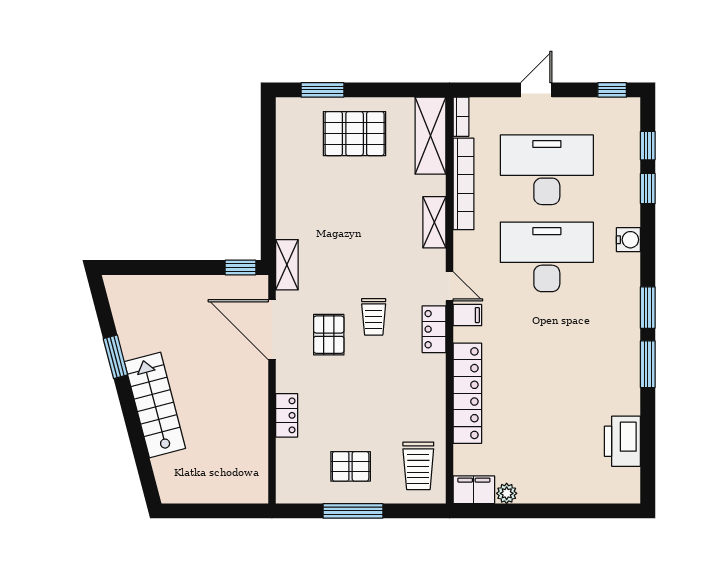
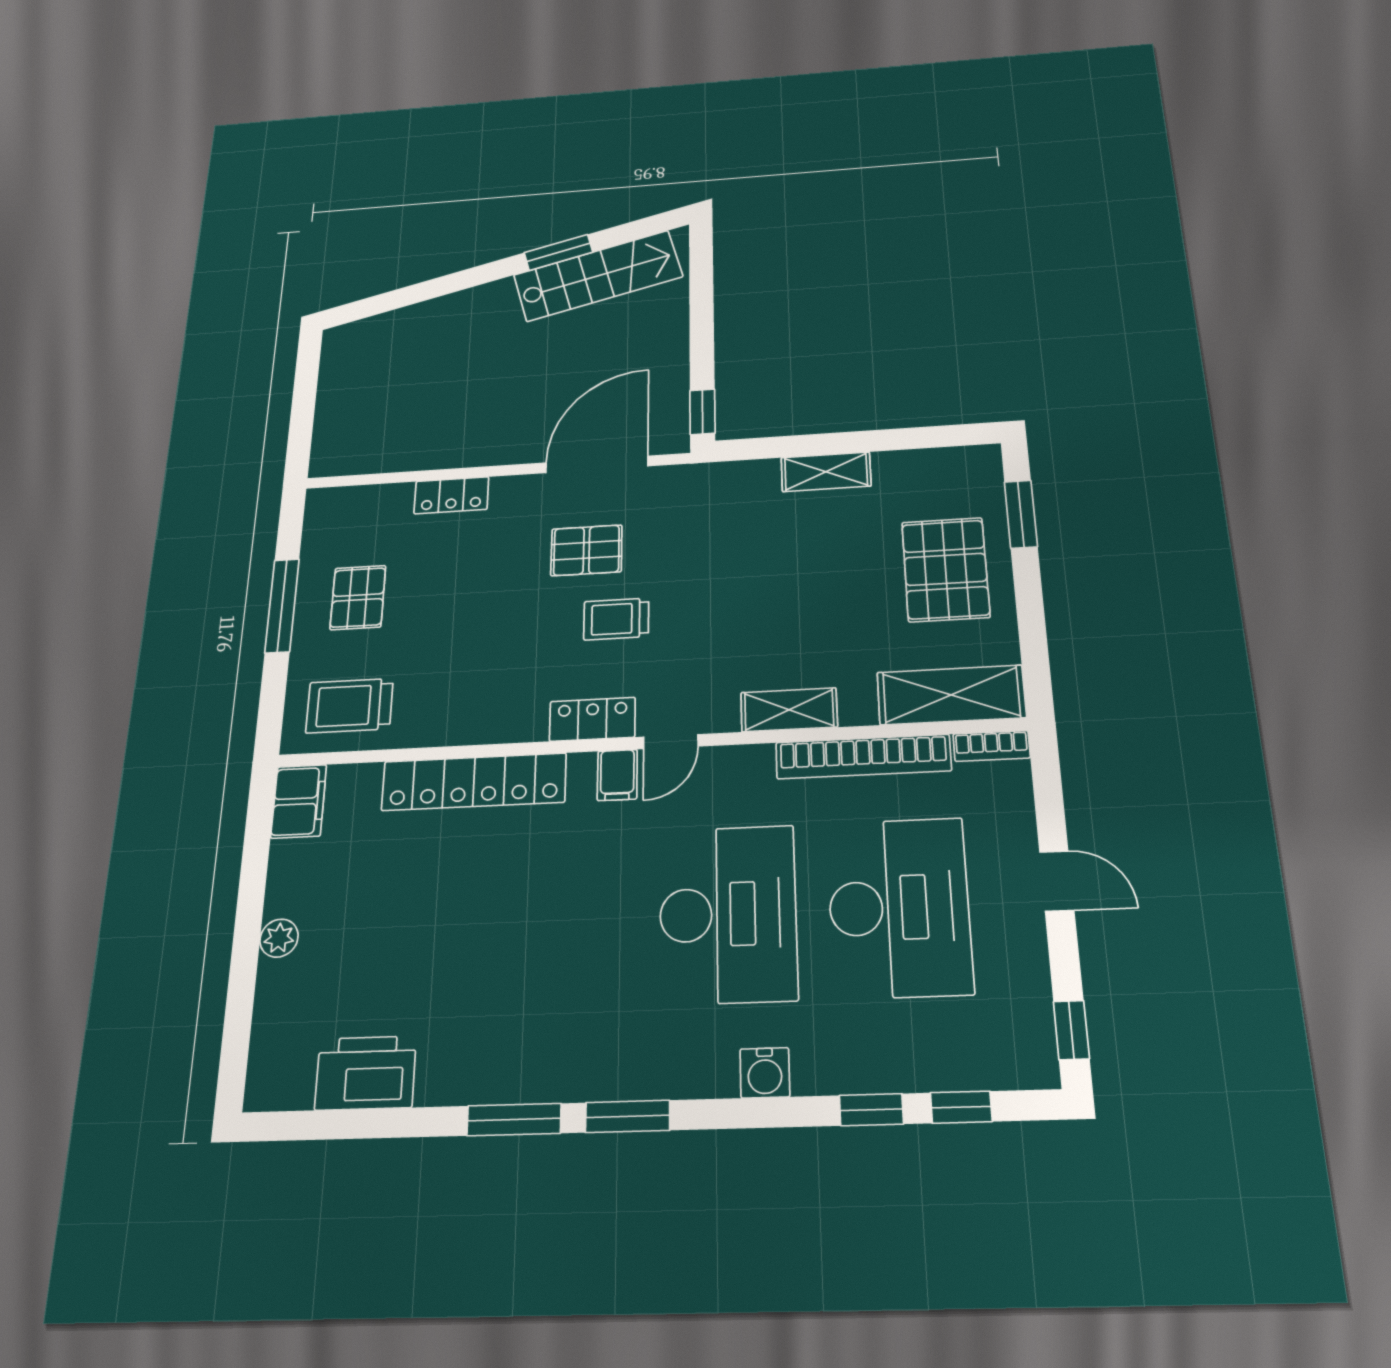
shelving: (287, 265) -> (826, 472), moved
stairs: (155, 405) -> (598, 276), moved
plant: (507, 493) -> (279, 938), moved

